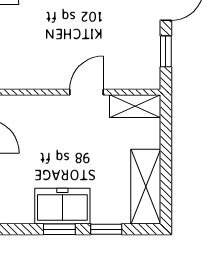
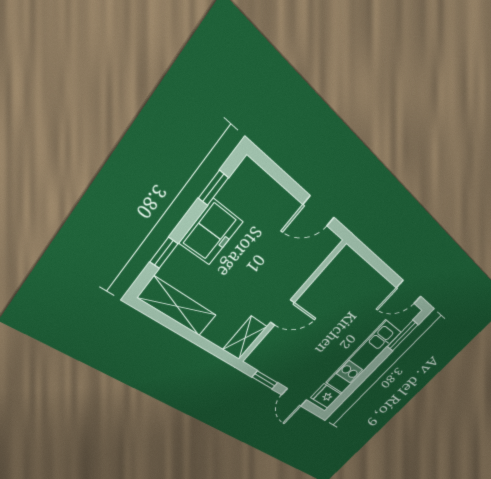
door: (86, 92) -> (283, 313), hinge flipped
window: (59, 229) -> (213, 188), moved

